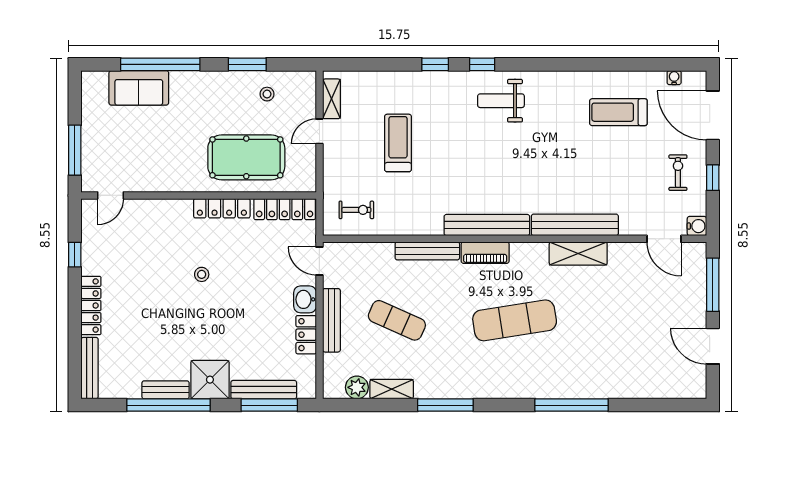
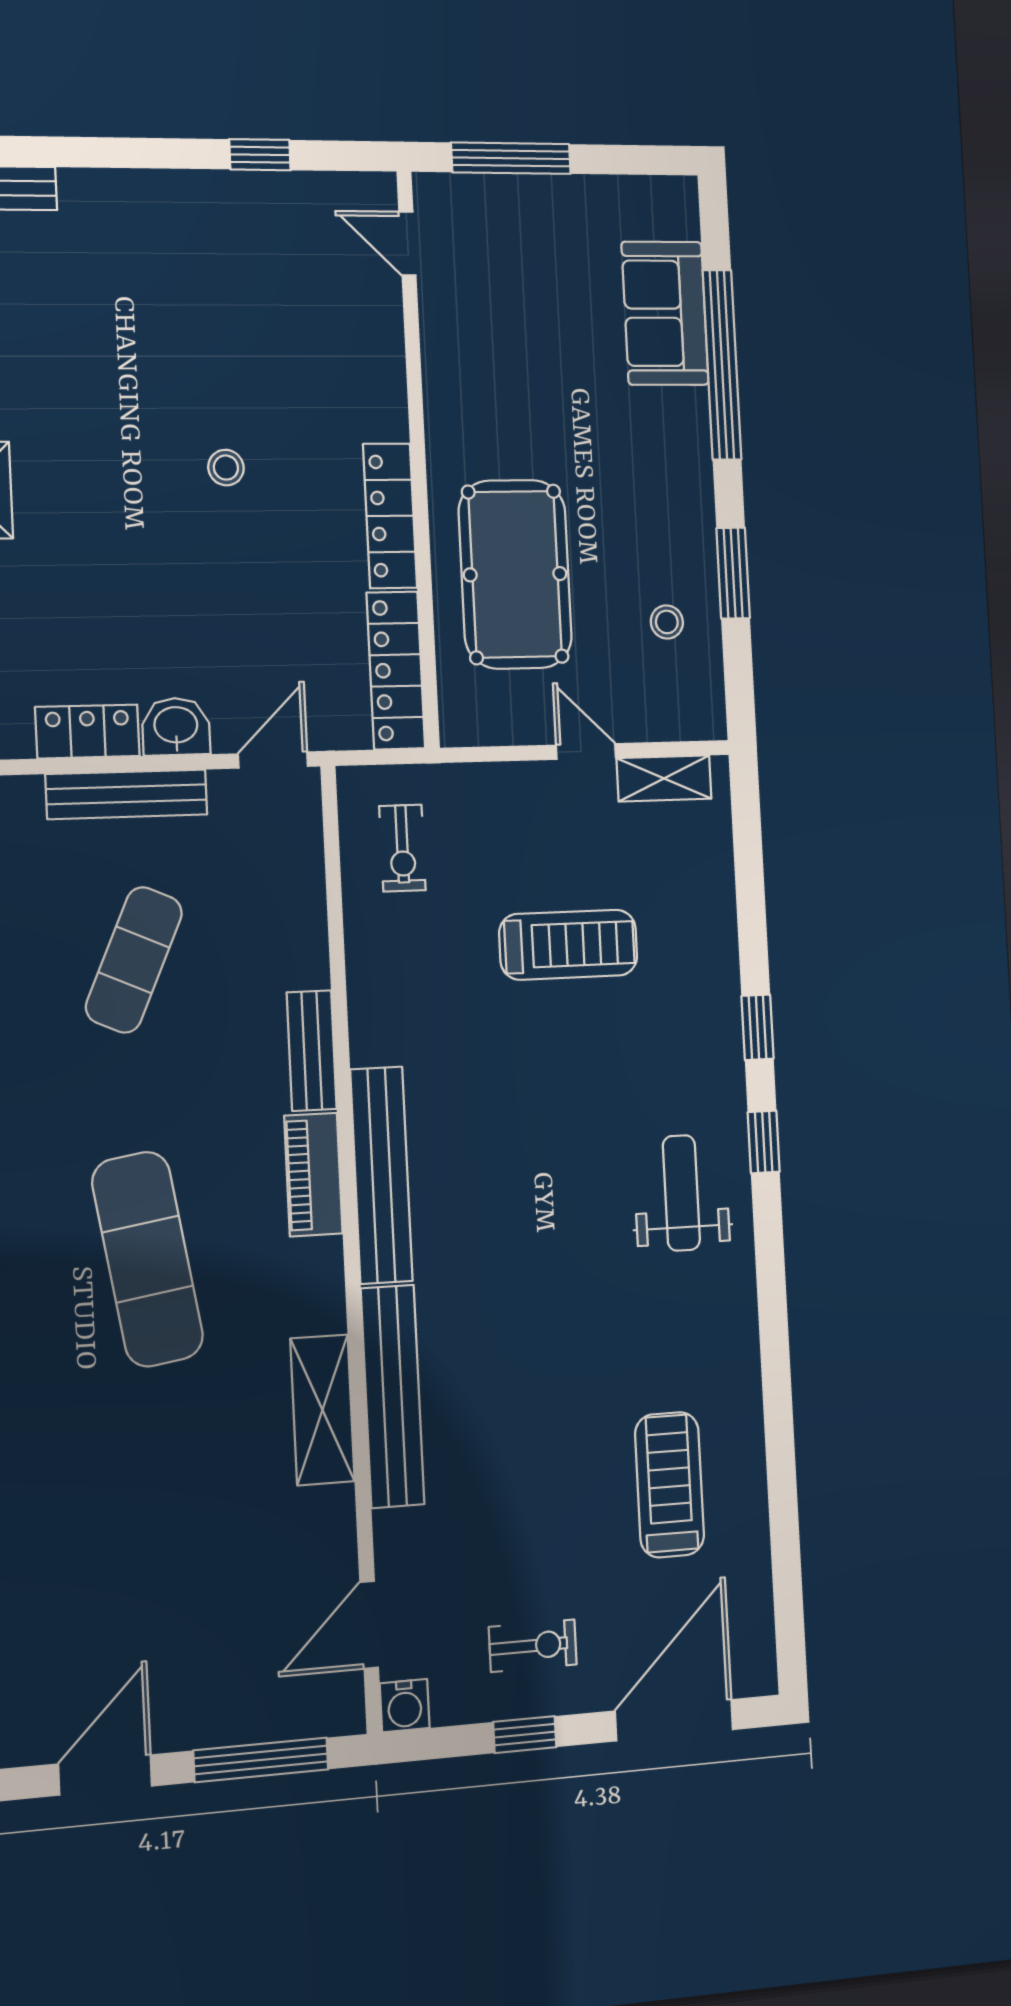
water cooler: (674, 78) -> (758, 1616), removed
bench: (427, 251) -> (312, 1051), width x0.73
locker: (91, 306) -> (136, 193), removed

